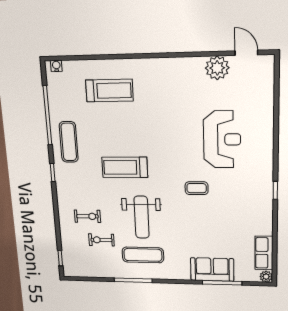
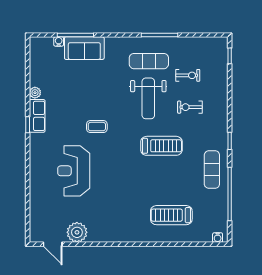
exercise bike: (87, 216) -> (190, 107), moved
weight bench: (142, 217) -> (148, 98), turned 180
row of seats: (264, 253) -> (37, 116), moved
water cooler: (240, 277) -> (59, 41), added
plant: (266, 277) -> (35, 93), moved

